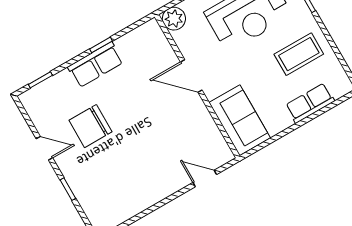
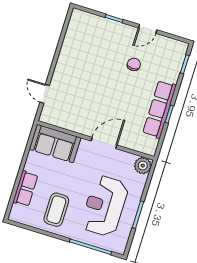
row of seats: (95, 65) -> (160, 109), width x1.48
chair: (90, 126) -> (134, 64), width x0.54, depth x0.54
door: (205, 178) -> (45, 94), swing flipped

